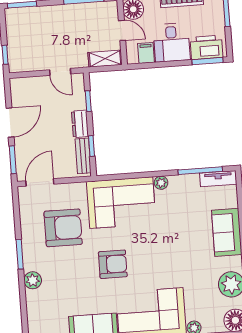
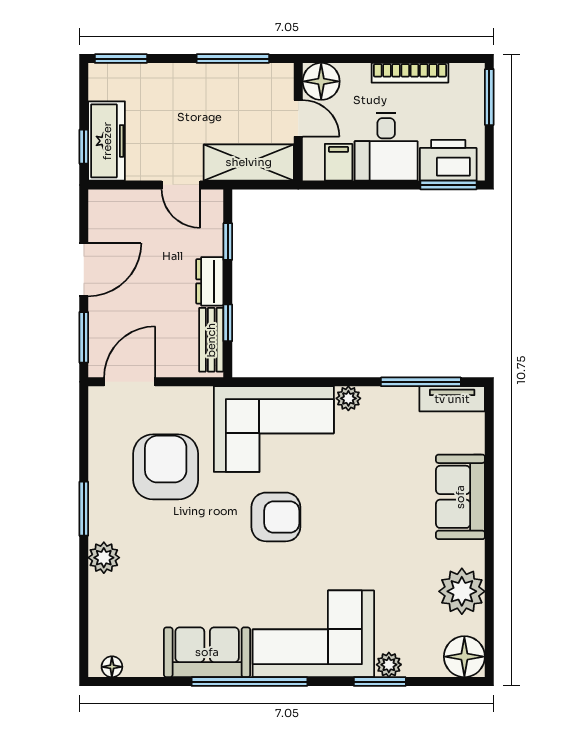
freezer: (17, 51) -> (107, 141), added
shelving: (105, 59) -> (249, 162), width x1.50, depth x1.33
armchair: (63, 228) -> (166, 467), turned -90
armchair: (113, 264) -> (276, 517), moved

